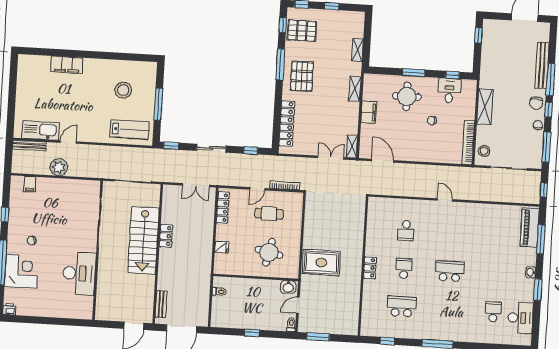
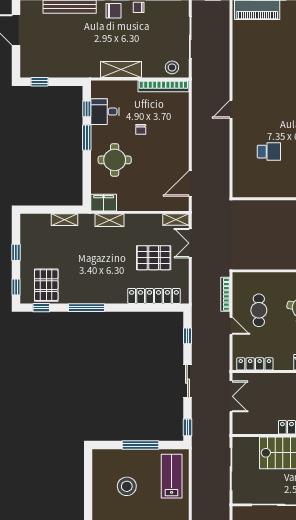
window: (414, 73) -> (87, 138), moved
pallet: (302, 76) -> (154, 258), moved
filing cabinet: (369, 112) -> (104, 203), moved

